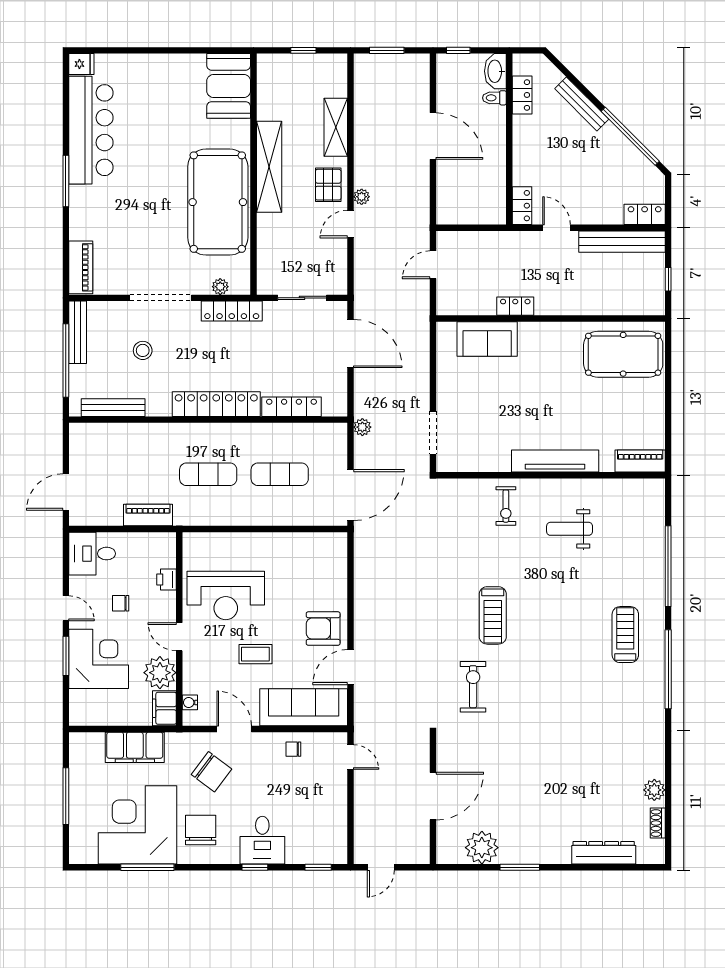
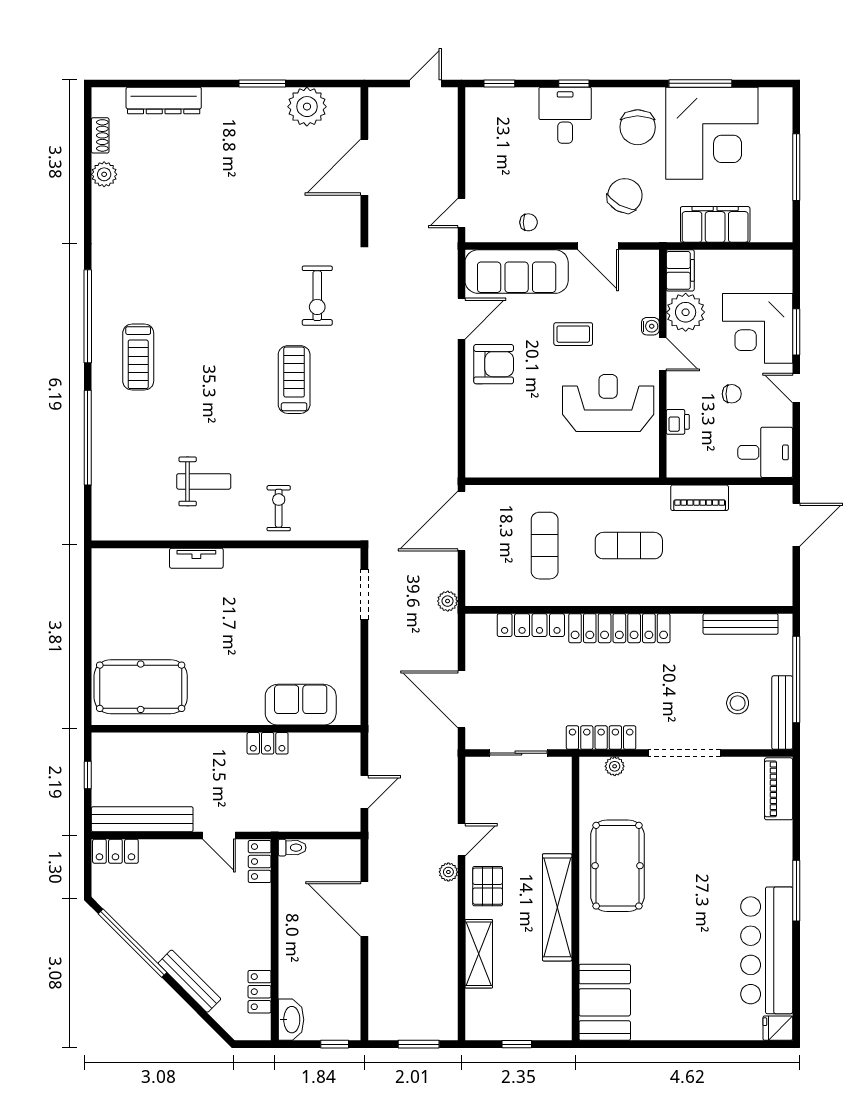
toilet: (494, 98) -> (292, 848), moved
door: (433, 136) -> (364, 909), moved
pool table: (218, 202) -> (618, 866), width x0.73, depth x0.76
stool: (143, 350) -> (738, 703), moved
tv unit: (555, 461) -> (196, 558), width x0.52, depth x0.78
piano: (640, 461) -> (121, 561), removed
exercise mat: (280, 474) -> (545, 546), turned 90
water cooler: (190, 702) -> (650, 326), moved
door: (350, 757) -> (461, 213), hinge flipped
chair: (212, 772) -> (625, 196), turned 82

